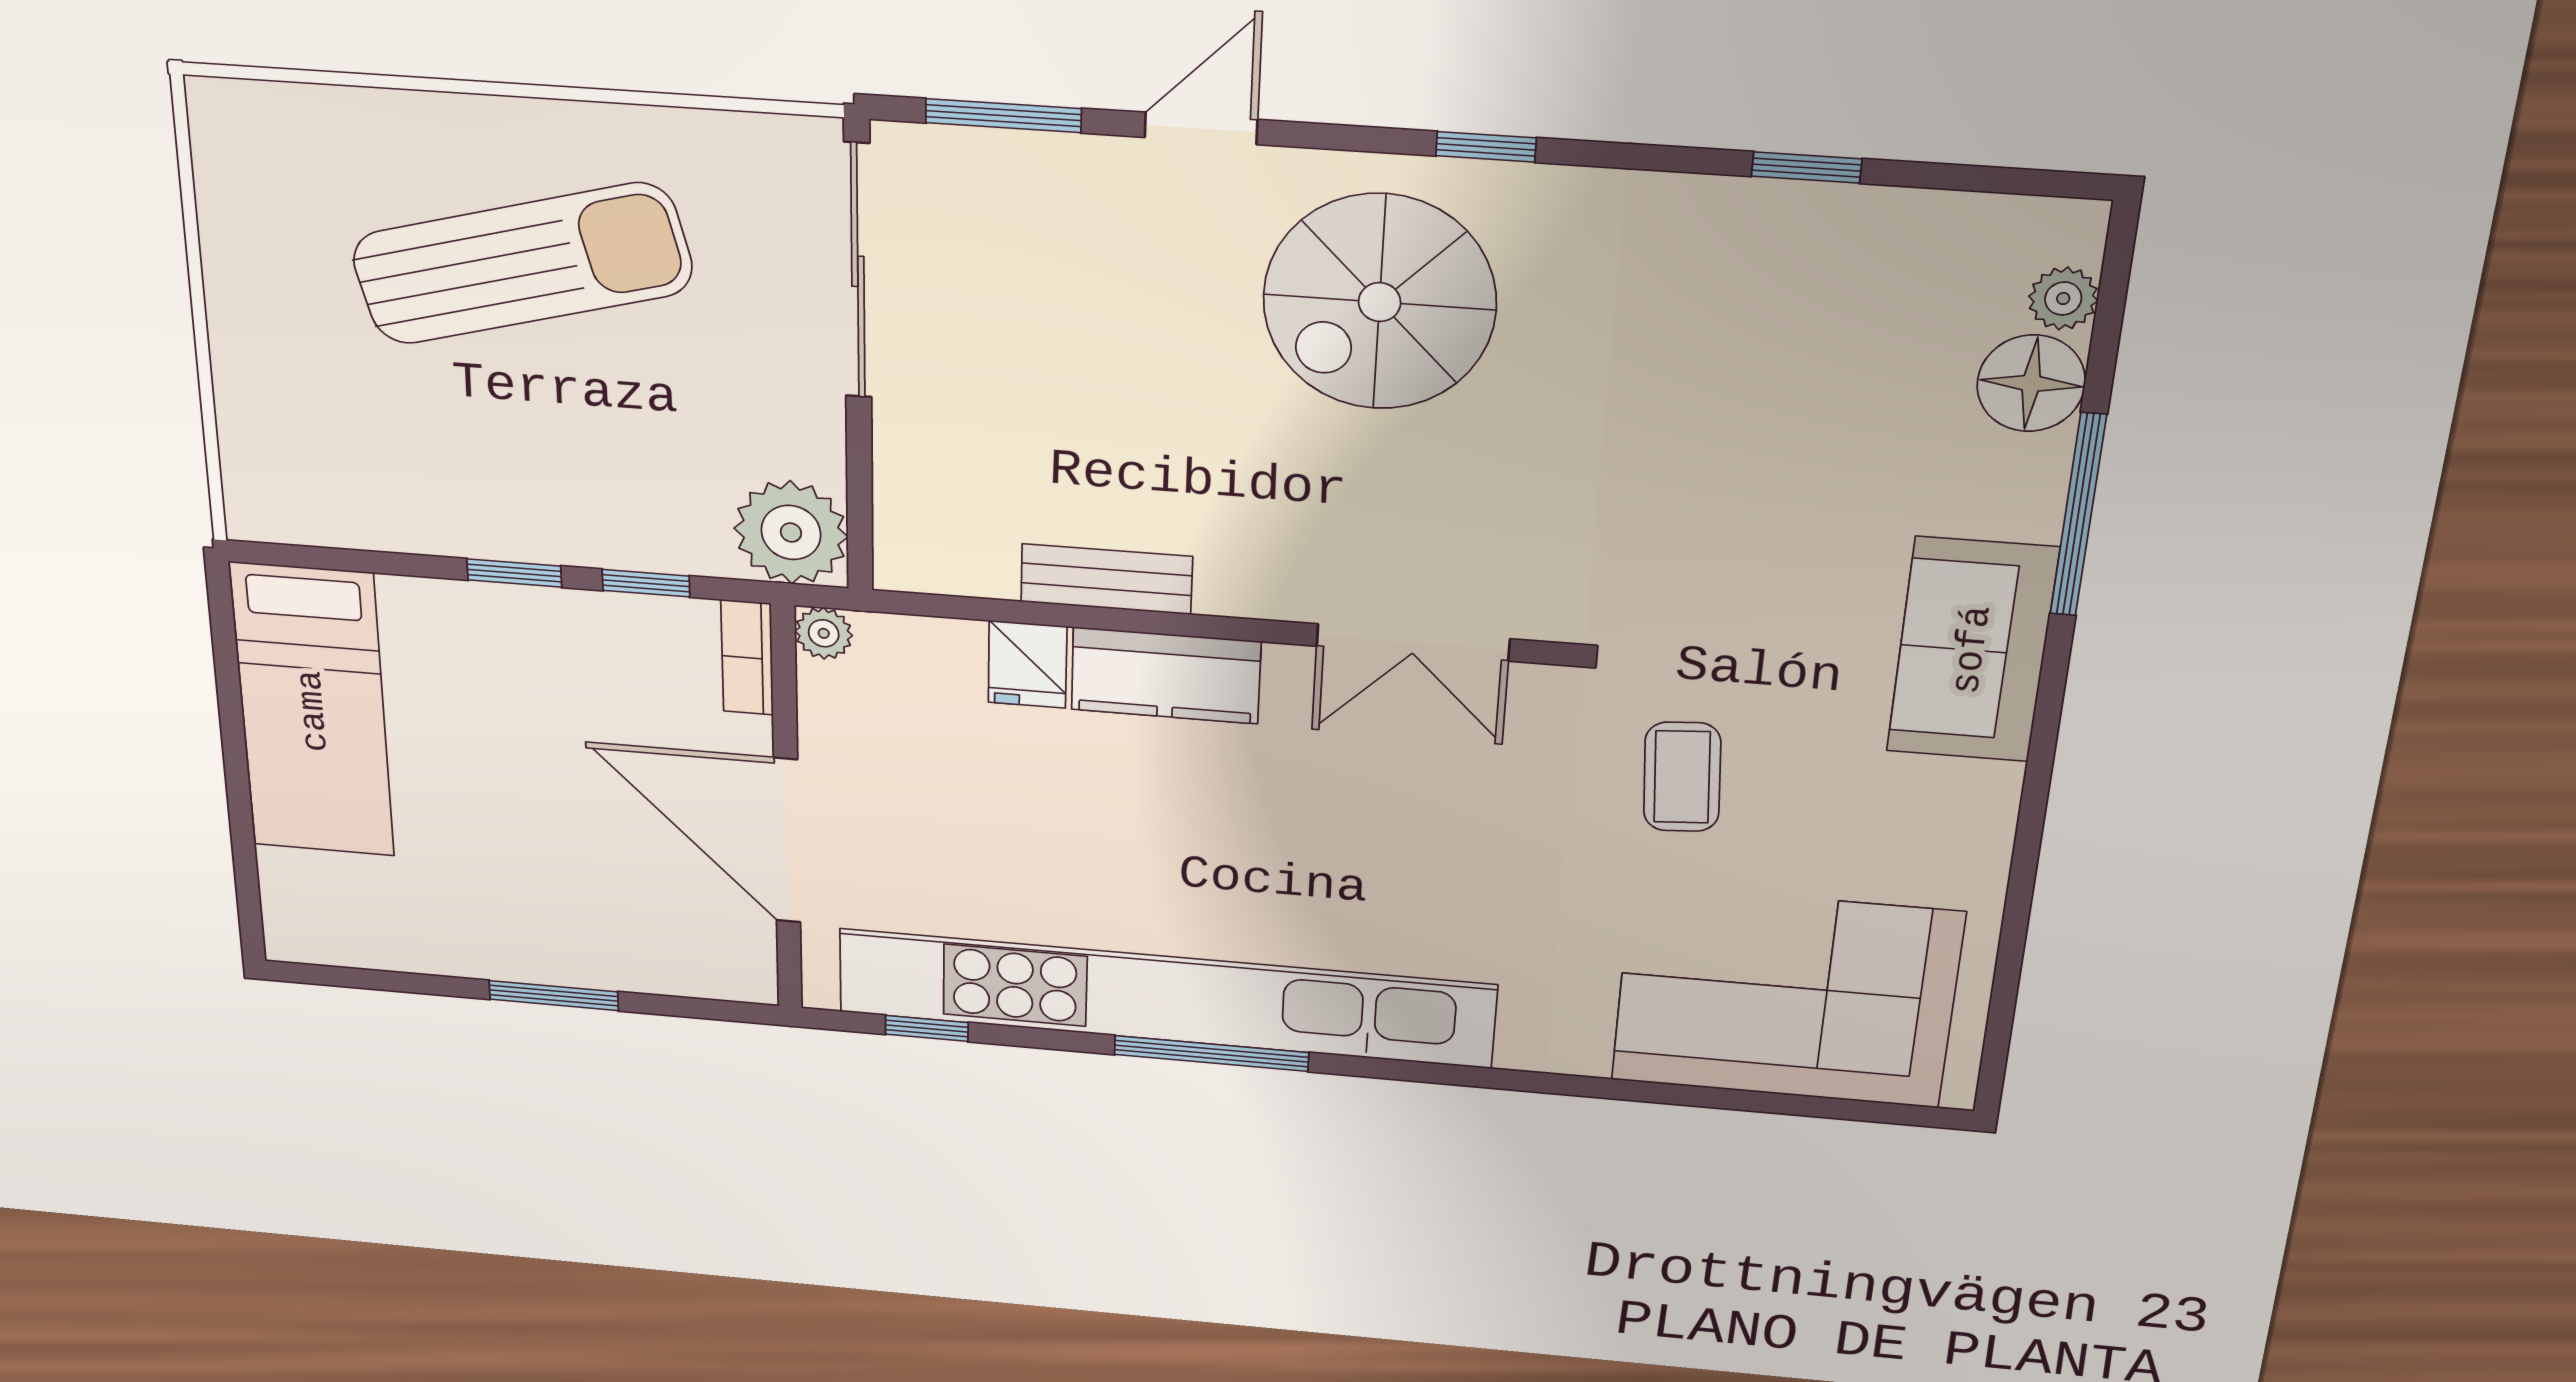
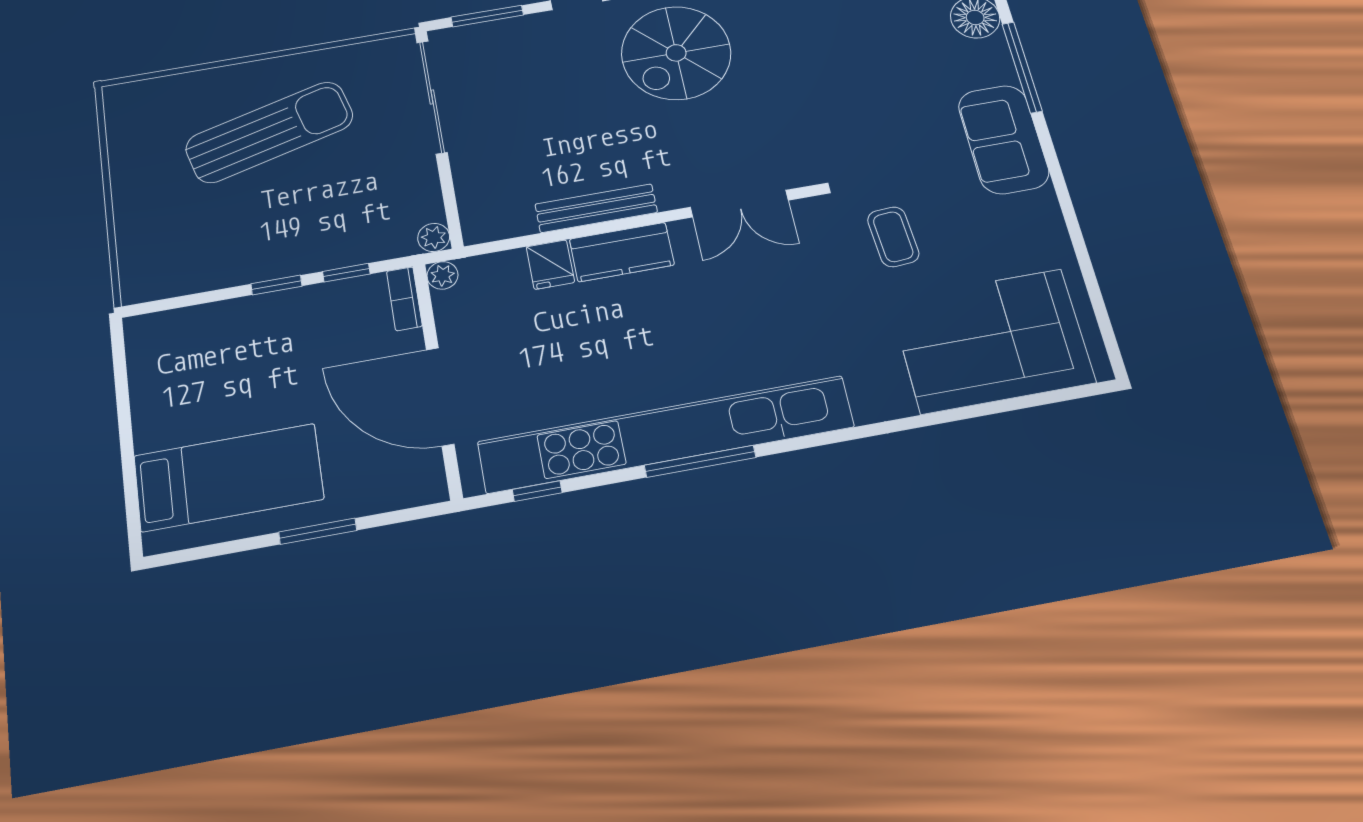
plant: (791, 532) -> (434, 237), width x0.53, depth x0.53
bench: (1106, 579) -> (596, 208), width x1.36
bed: (313, 711) -> (229, 477), moved, turned -90

